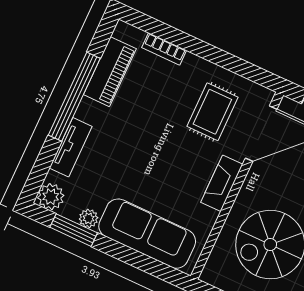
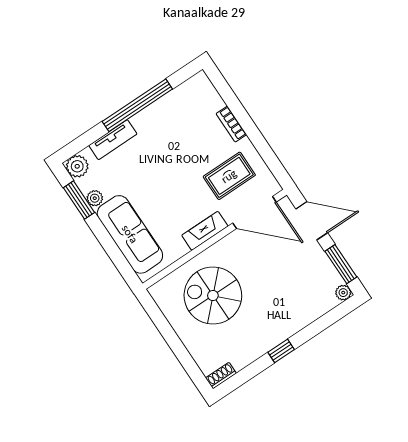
bookcase: (164, 49) -> (231, 124), moved
piano: (110, 72) -> (173, 103), removed

